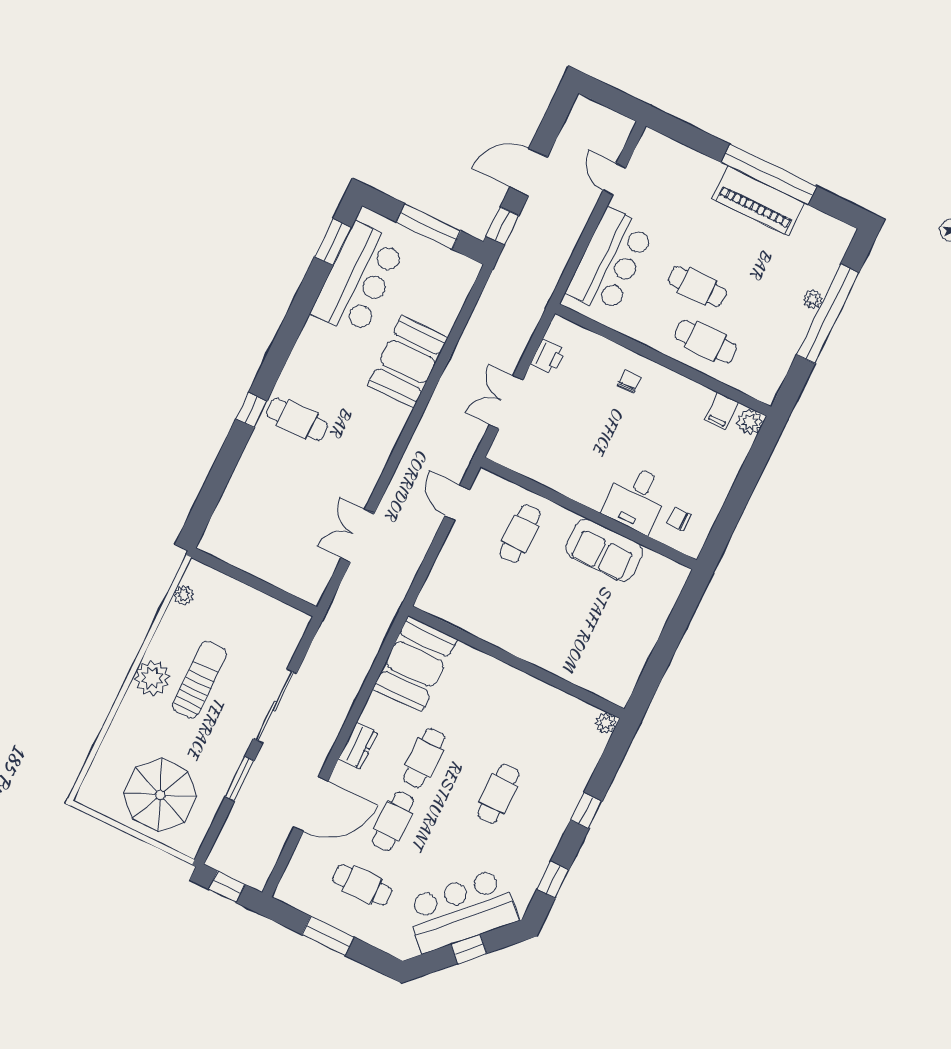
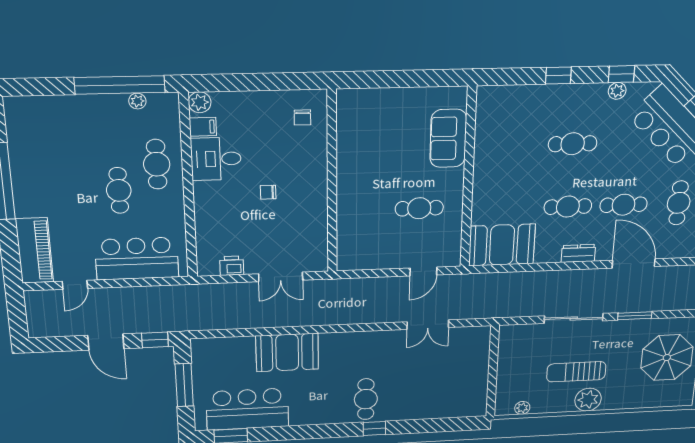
piano: (758, 201) -> (35, 251), moved
plant: (813, 299) -> (137, 101), moved
window: (828, 314) -> (120, 85), moved
chair: (629, 381) -> (268, 192), moved
desk: (636, 499) -> (216, 159), moved, turned 180
door: (457, 503) -> (423, 271), moved
cafe table: (520, 534) -> (419, 208), moved
sofa: (604, 550) -> (448, 138), moved, turned 180
plant: (606, 723) -> (617, 91), moved

